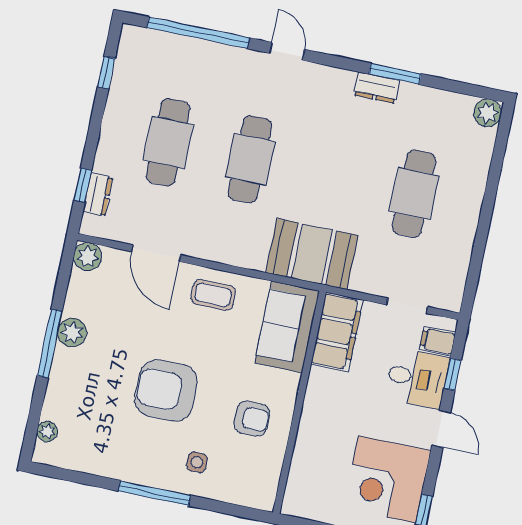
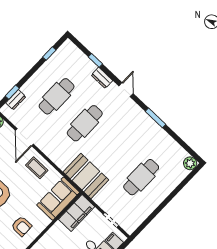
window: (198, 33) -> (95, 60), width x0.32
window: (395, 74) -> (155, 118), moved
dresser: (377, 88) -> (102, 78), moved

